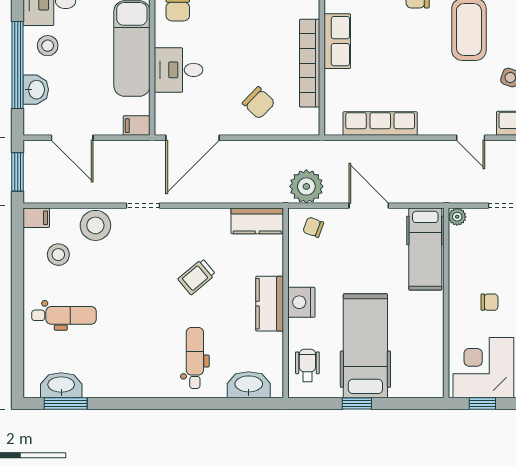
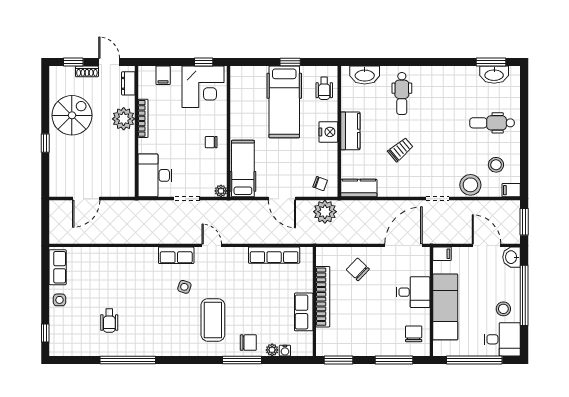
washbasin: (36, 90) -> (512, 257), moved
chair: (489, 302) -> (211, 142), moved

